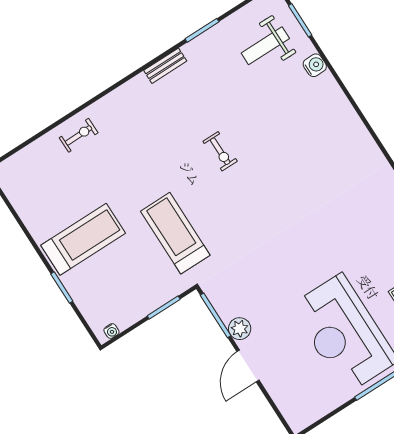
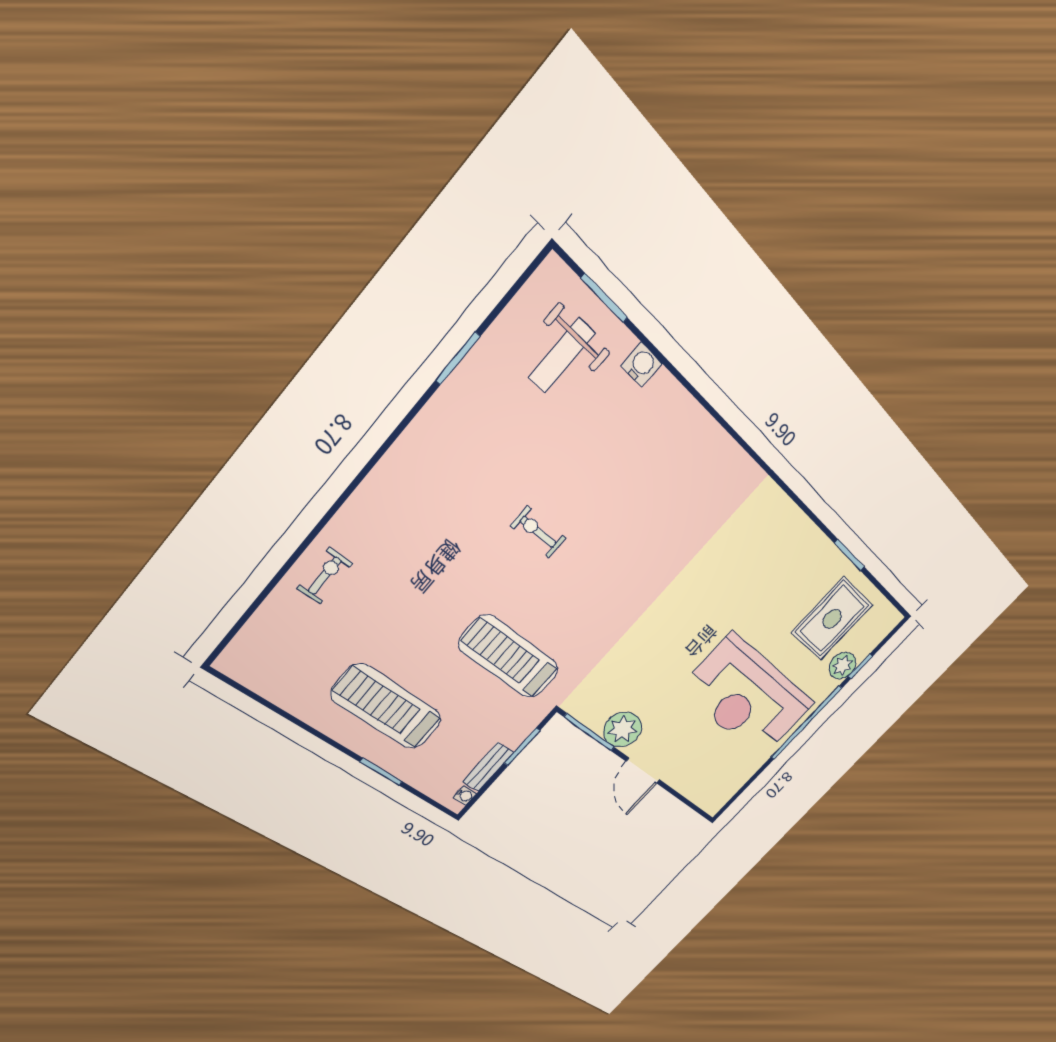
bench: (165, 66) -> (488, 767), moved
exercise bike: (220, 151) -> (538, 532), turned 180
treadmill: (83, 239) -> (387, 707), turned -90
plant: (240, 329) -> (623, 729), width x1.36, depth x1.36

